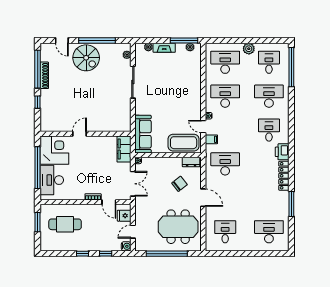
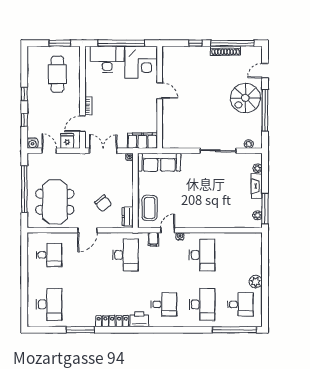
desk: (225, 62) -> (240, 255), removed
coffee table: (184, 143) -> (150, 208), width x0.73, depth x0.76
double door: (133, 184) -> (103, 151), swing flipped

